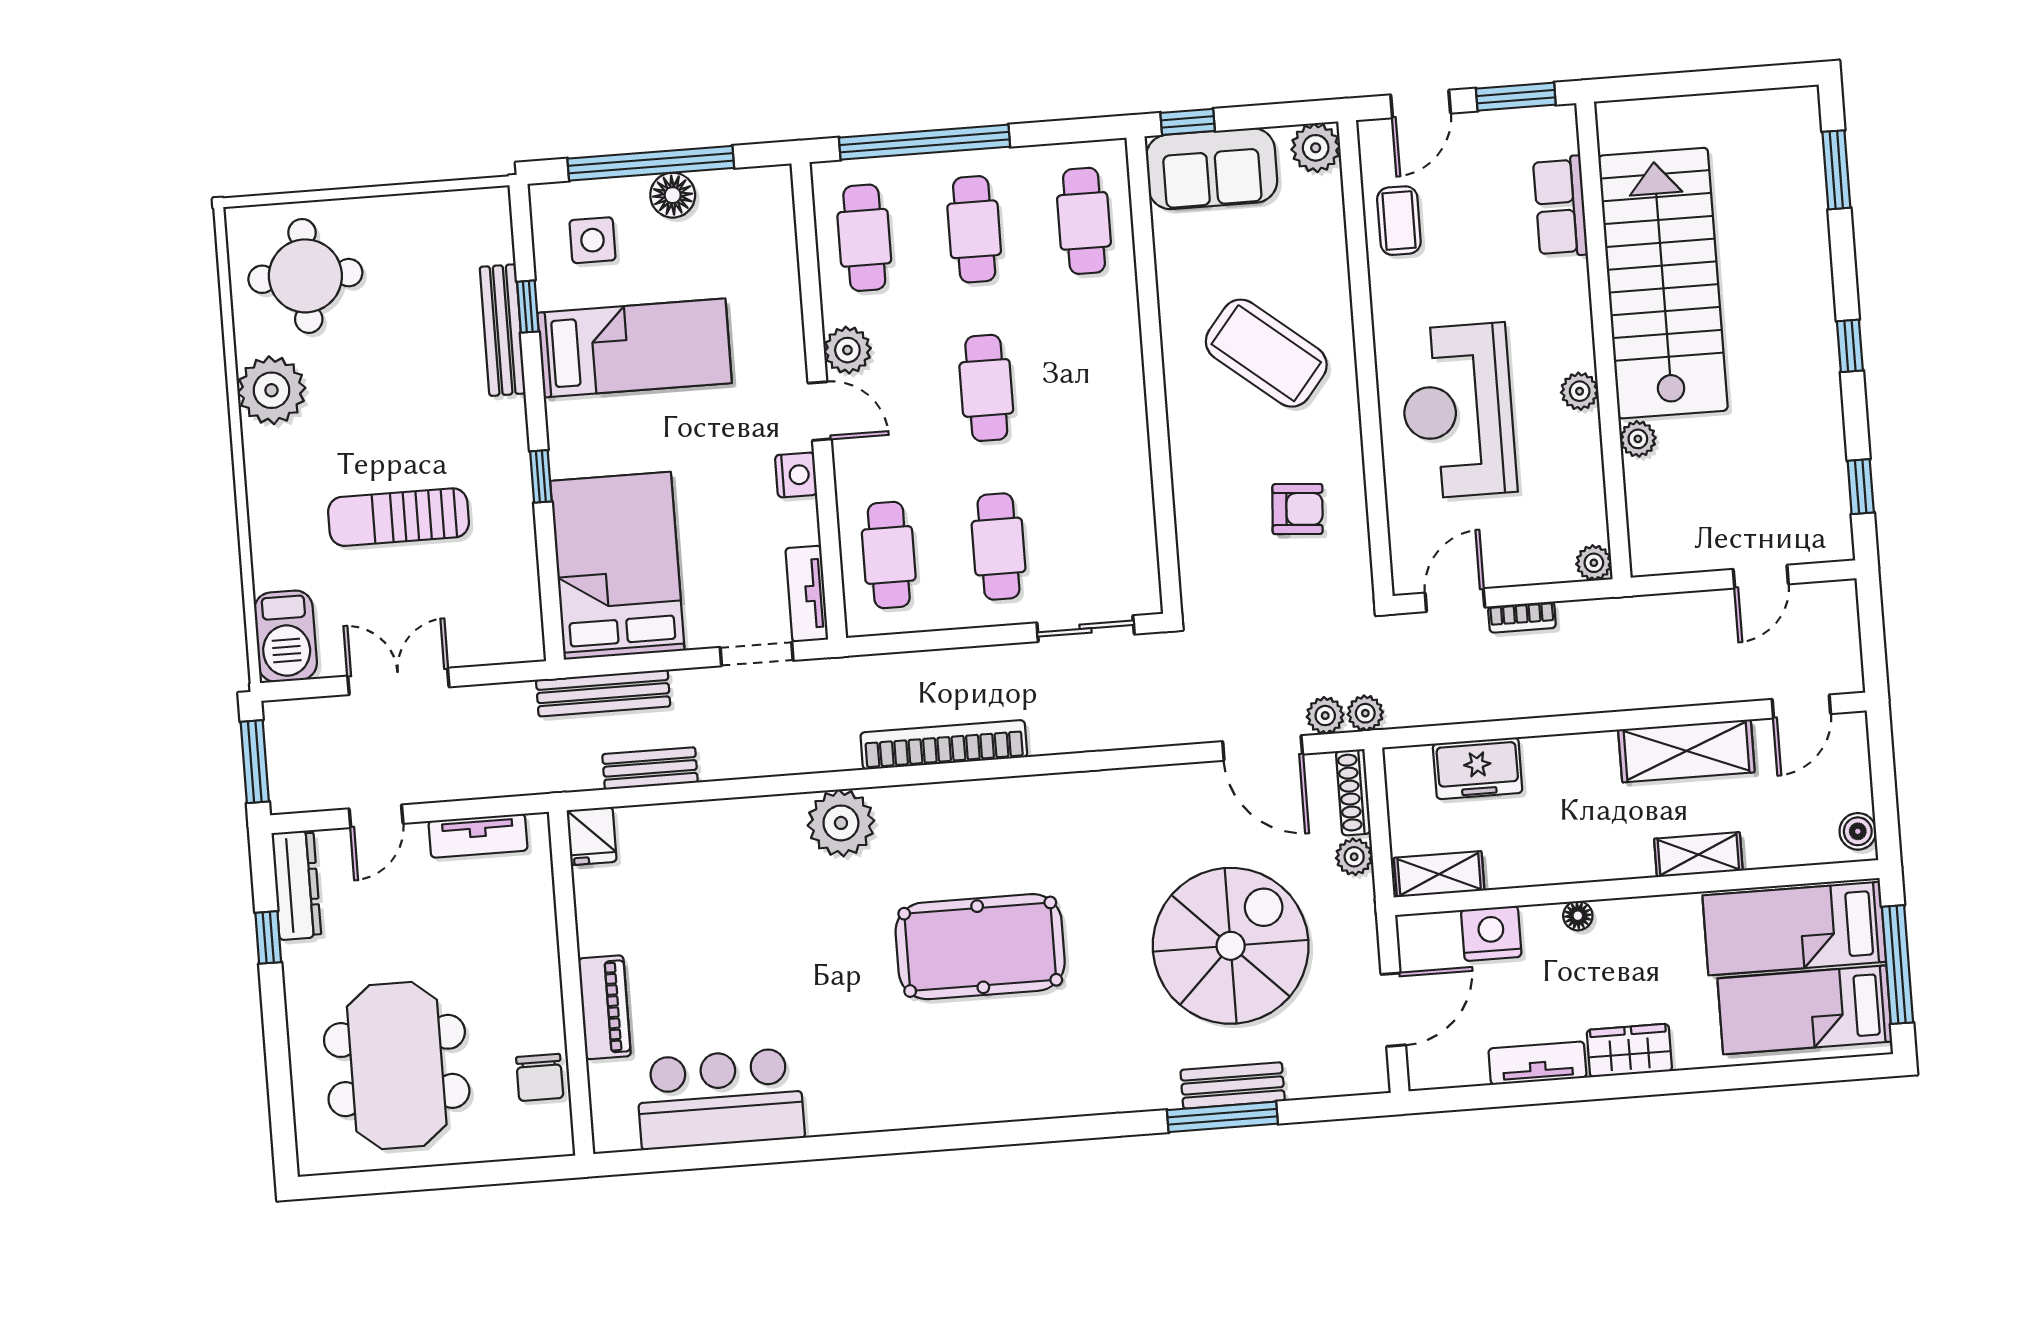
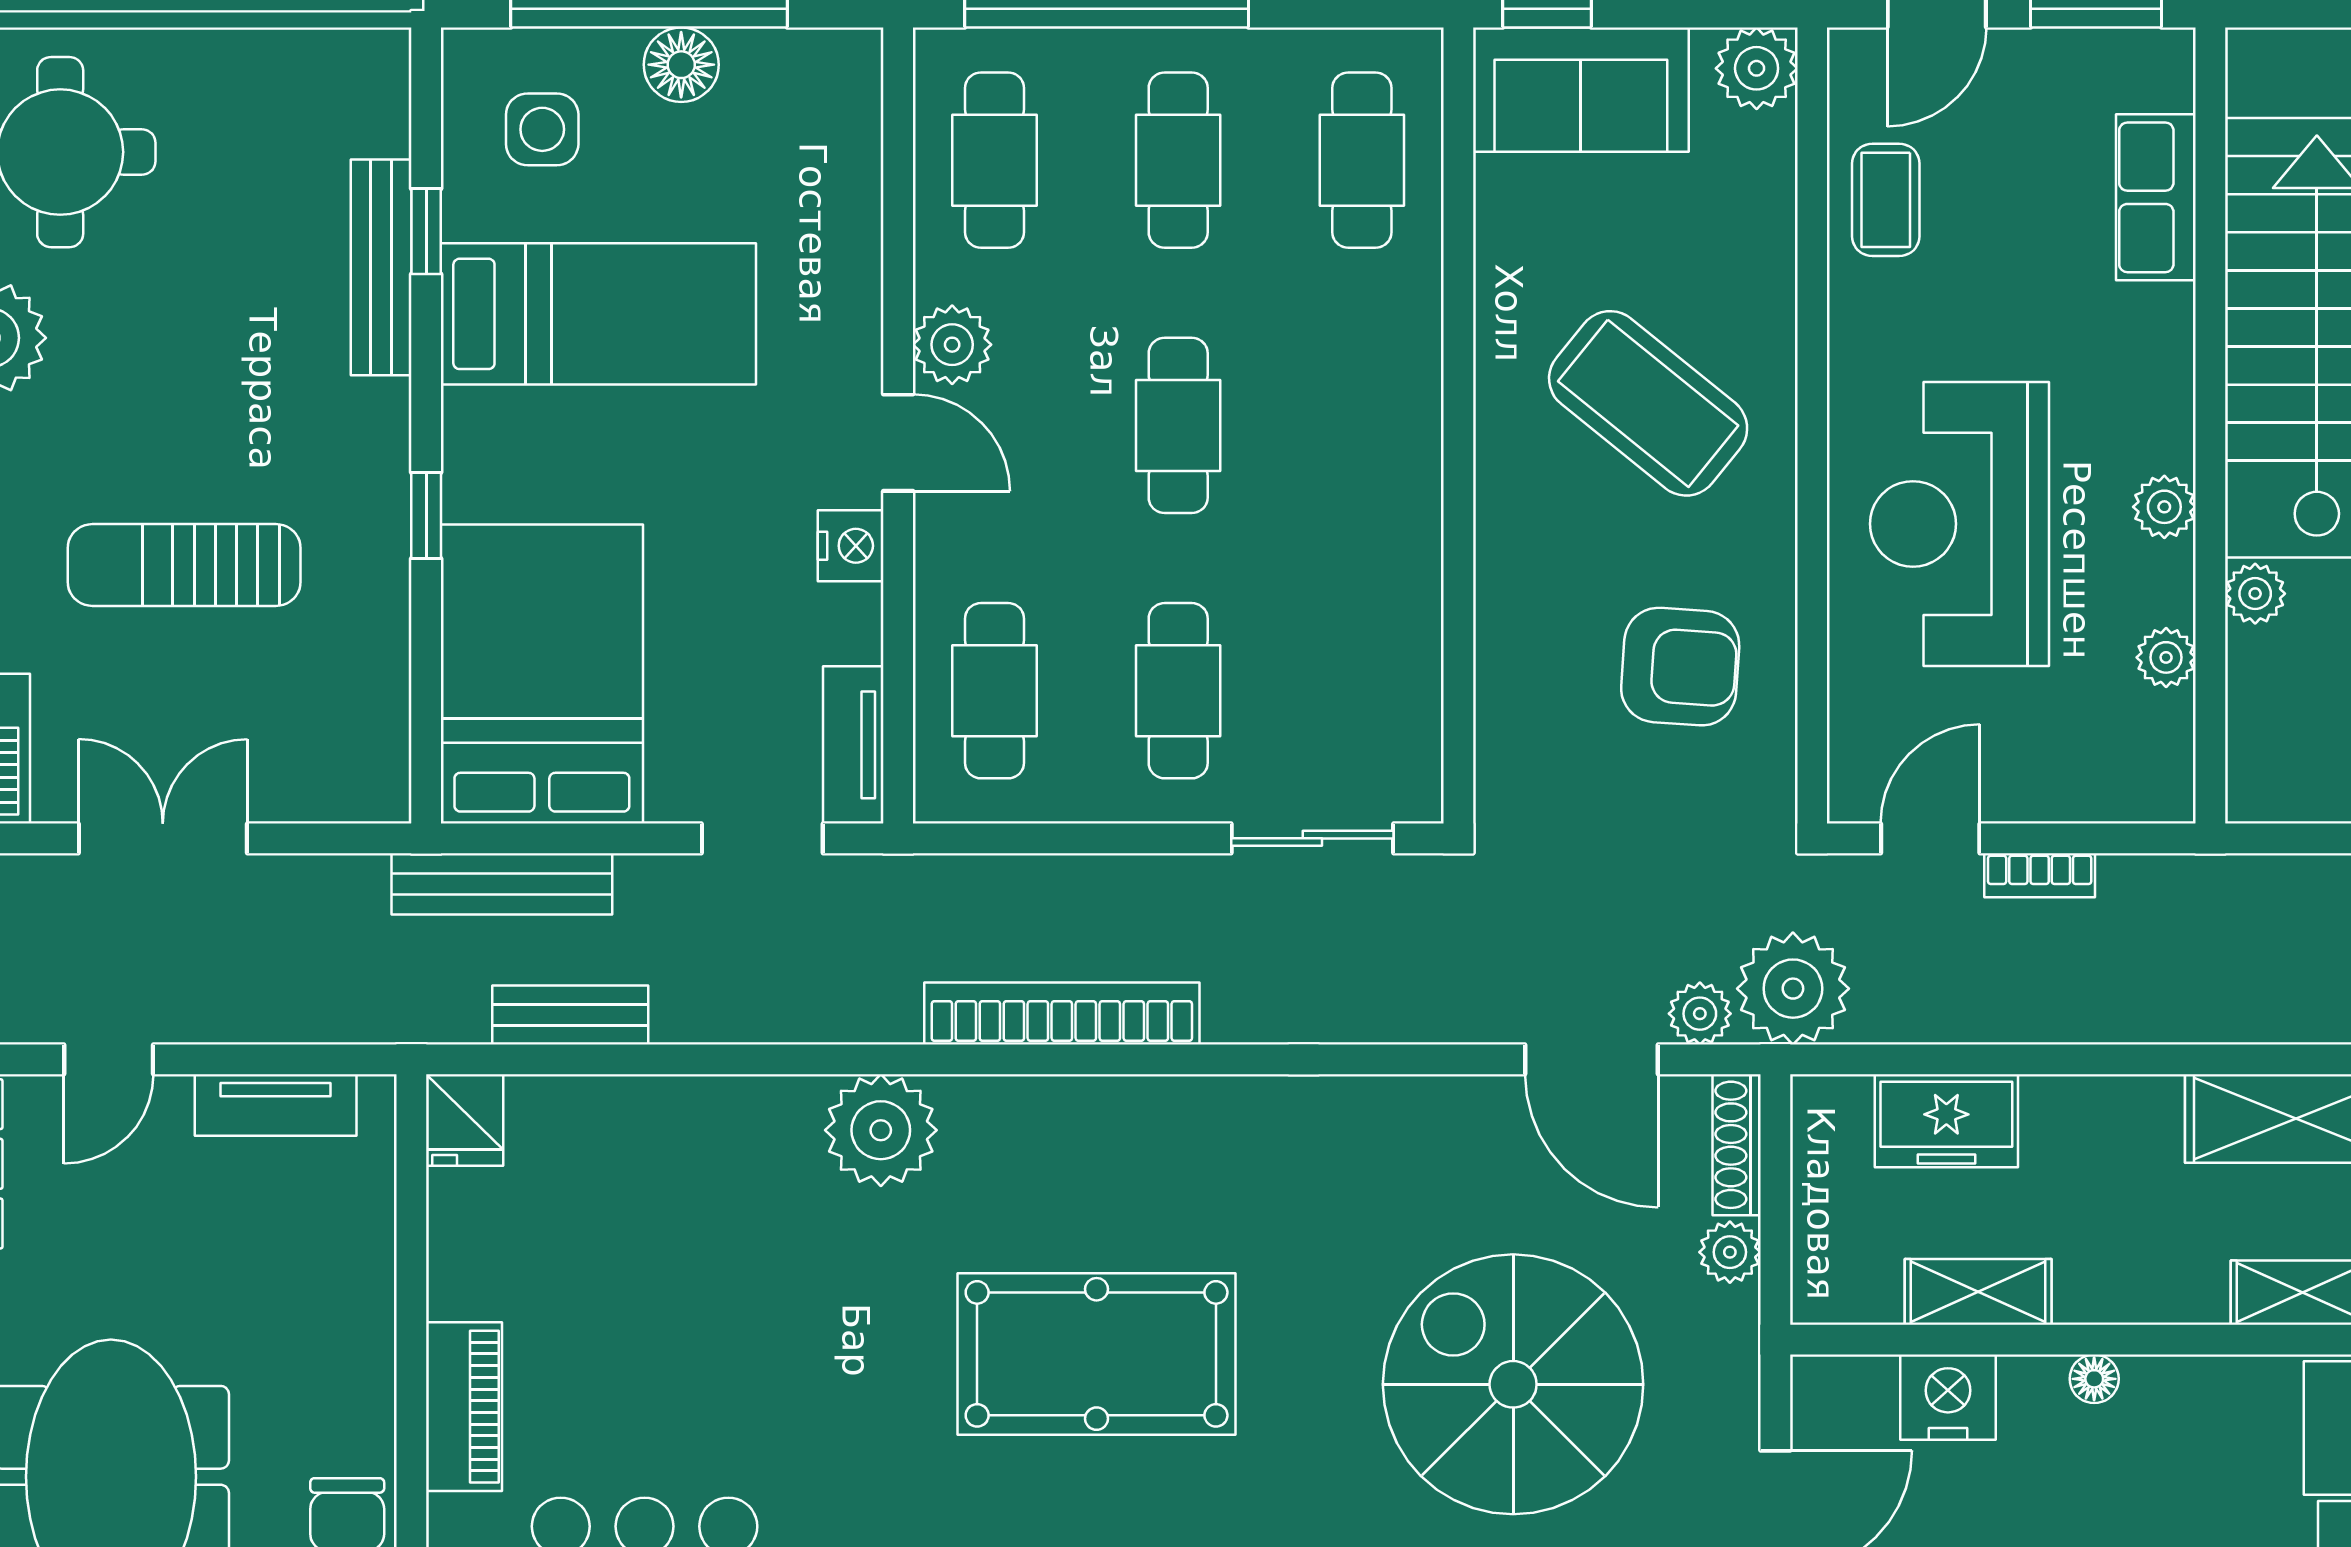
armchair: (1298, 509) -> (1680, 667), width x1.38, depth x1.38
plant: (1594, 563) -> (2166, 657), moved
plant: (1365, 713) -> (1793, 989), width x1.87, depth x1.87
shelving: (1439, 874) -> (1978, 1292), moved
spiral stairs: (1231, 946) -> (1513, 1384), turned -90

